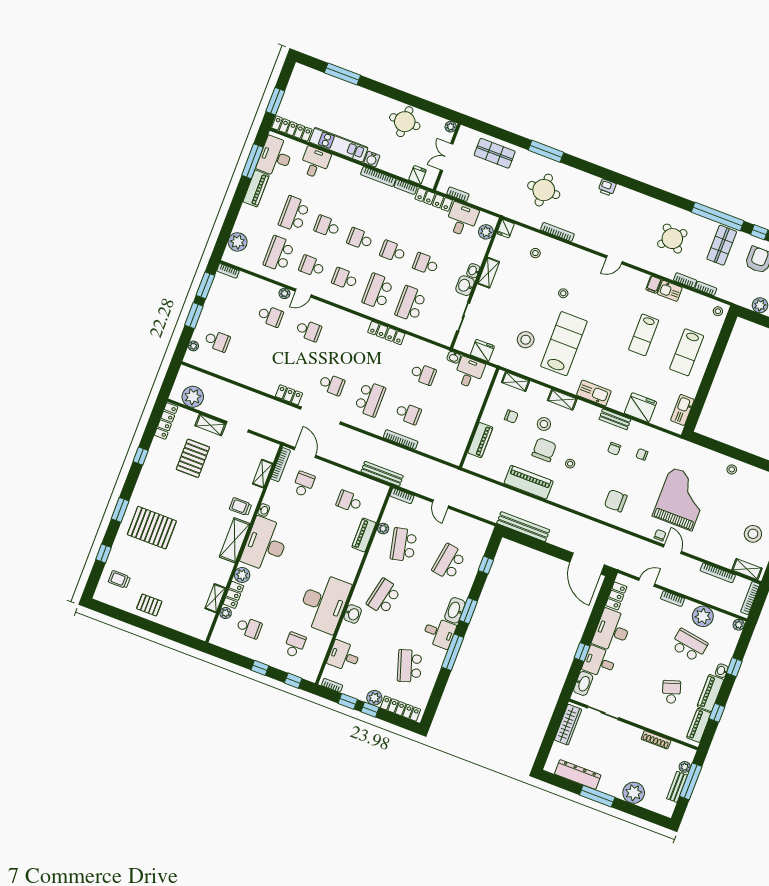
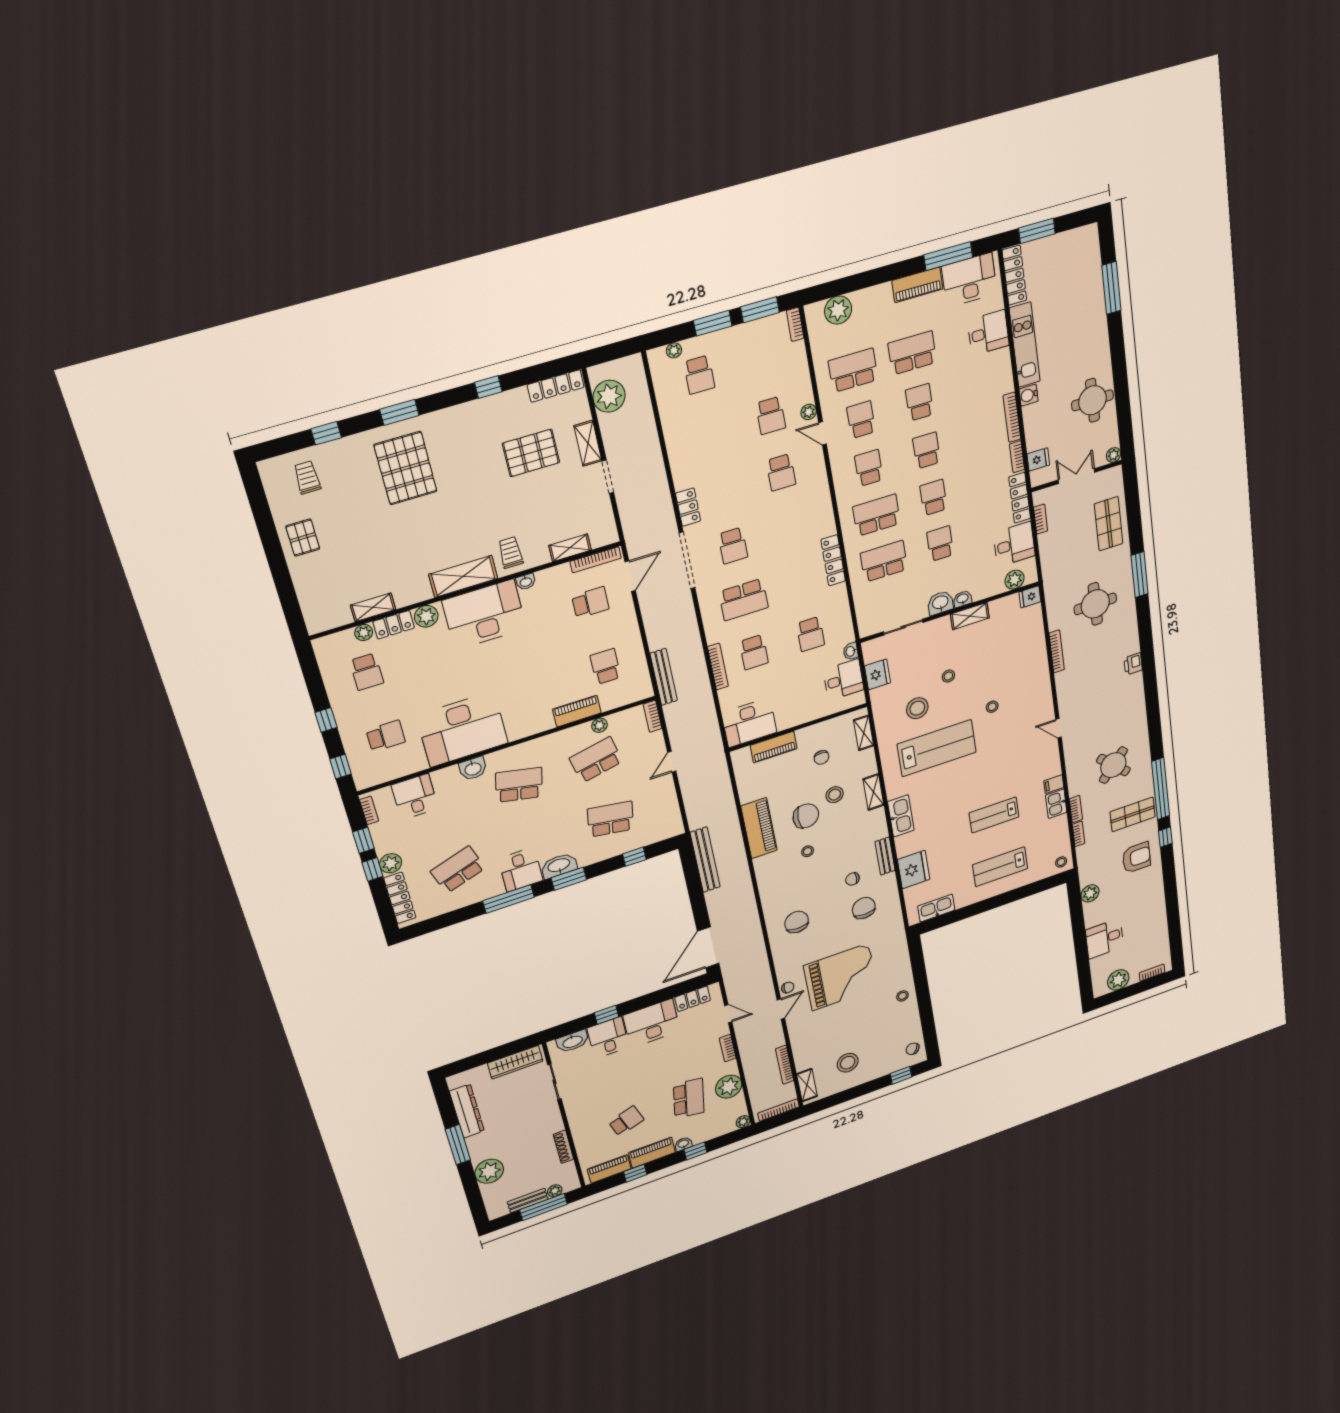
stool: (535, 253) -> (948, 676), moved
desk: (452, 444) -> (749, 723), added
chair: (642, 454) -> (864, 908), width x1.87, depth x1.87

